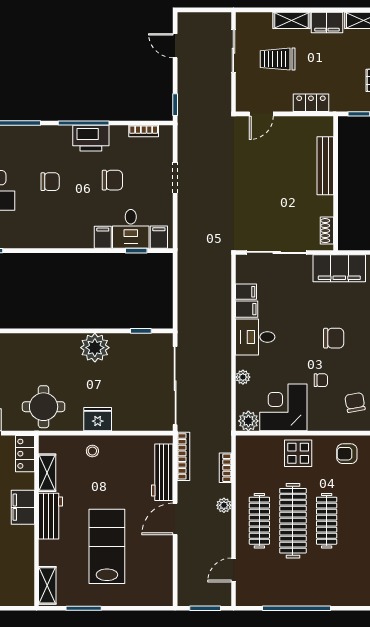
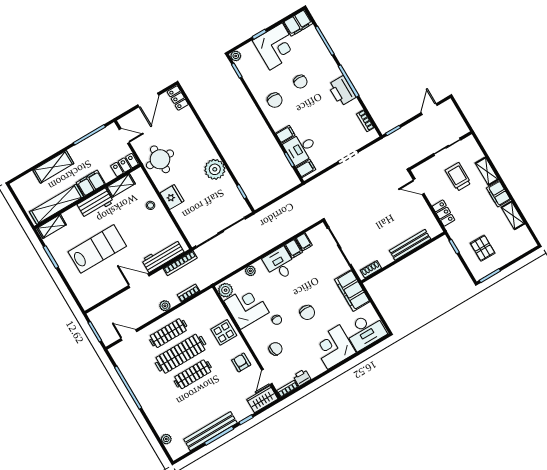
chair: (112, 180) -> (275, 100), moved
shelving: (24, 564) -> (57, 204), added

